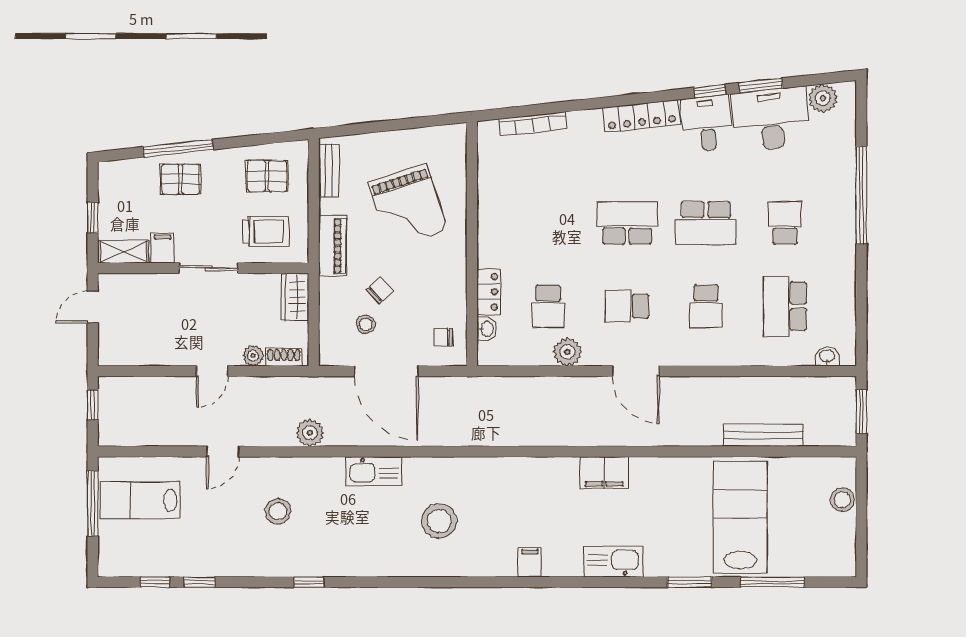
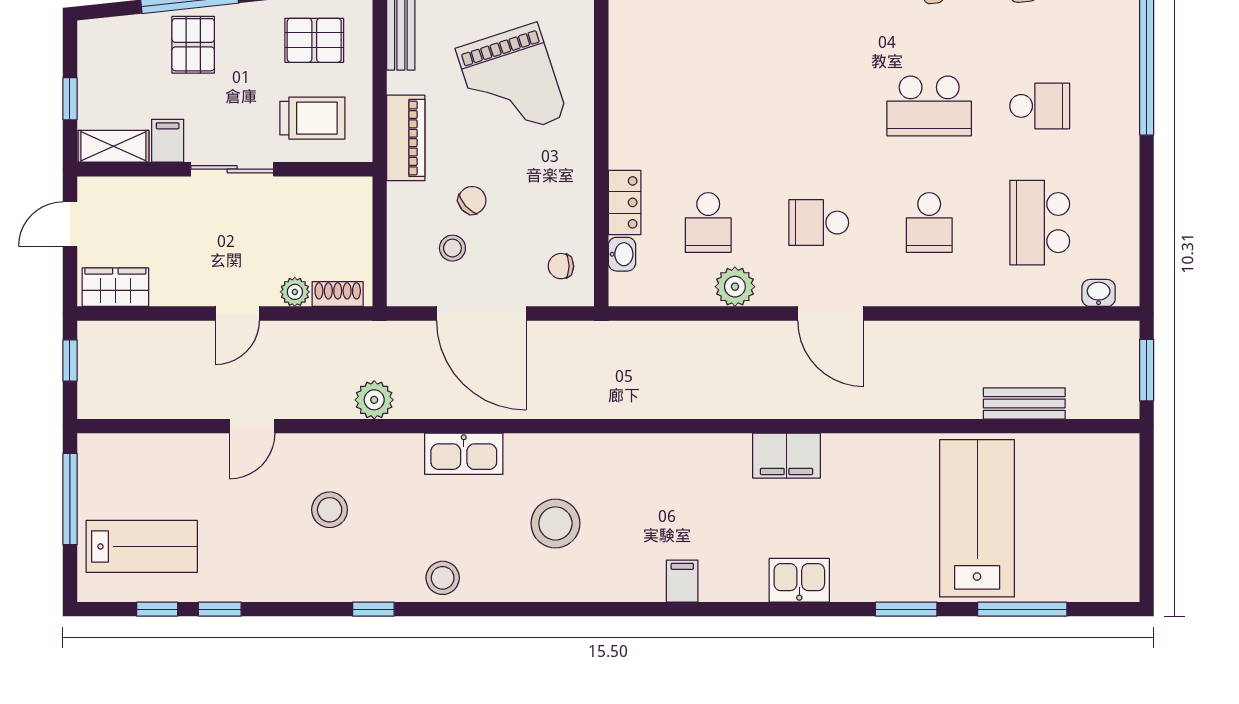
pallet: (181, 179) -> (193, 45), turned 90
school desk: (627, 223) -> (819, 106), removed
school desk: (785, 223) -> (1040, 106), turned 90
wardrobe: (295, 297) -> (115, 287), moved, turned 90
bench: (763, 435) -> (1024, 403), width x0.73
lab bench: (140, 500) -> (142, 546), moved, turned 180
stool: (842, 500) -> (443, 578), moved
kitchen sink: (613, 562) -> (799, 580), width x0.73

